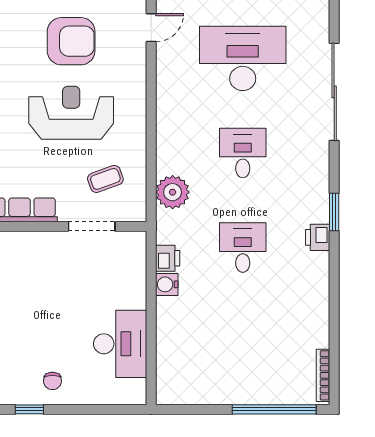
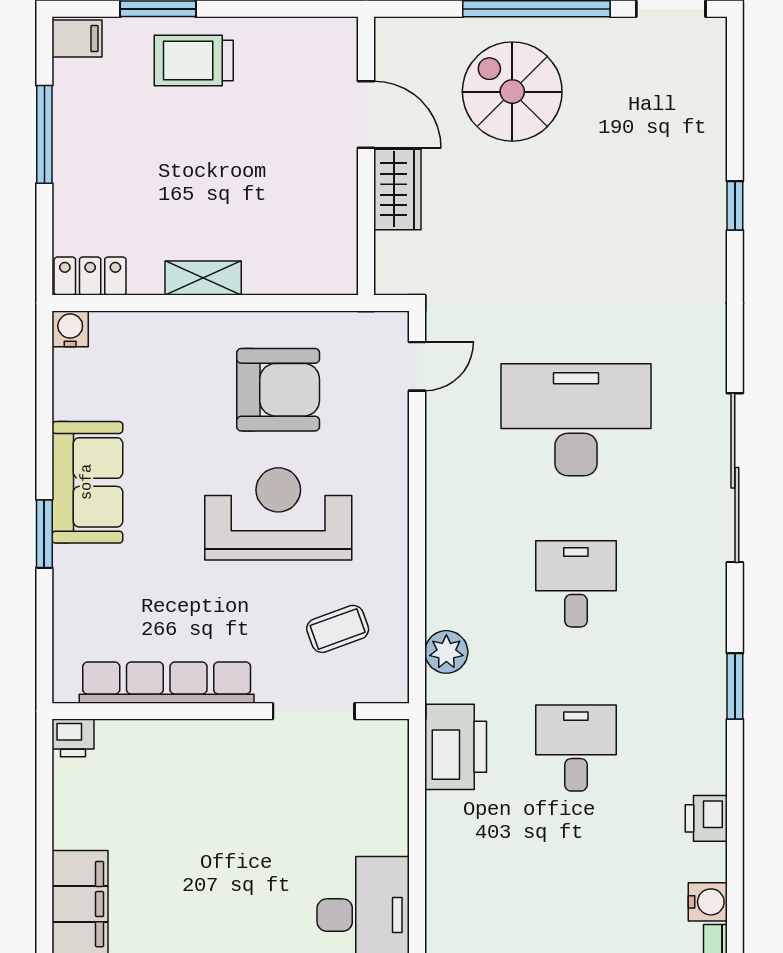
plant: (173, 192) -> (446, 652), width x0.73, depth x0.73
printer: (318, 237) -> (706, 818), moved
printer: (168, 258) -> (456, 747), width x1.87, depth x1.48
water cooler: (167, 284) -> (708, 902), moved, turned 180

